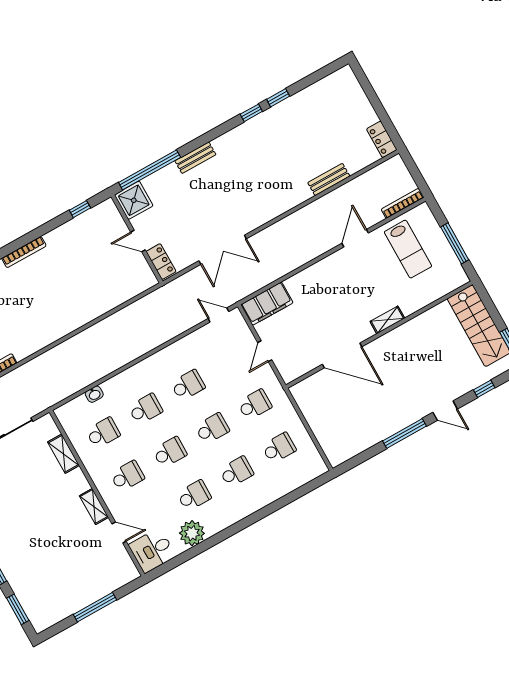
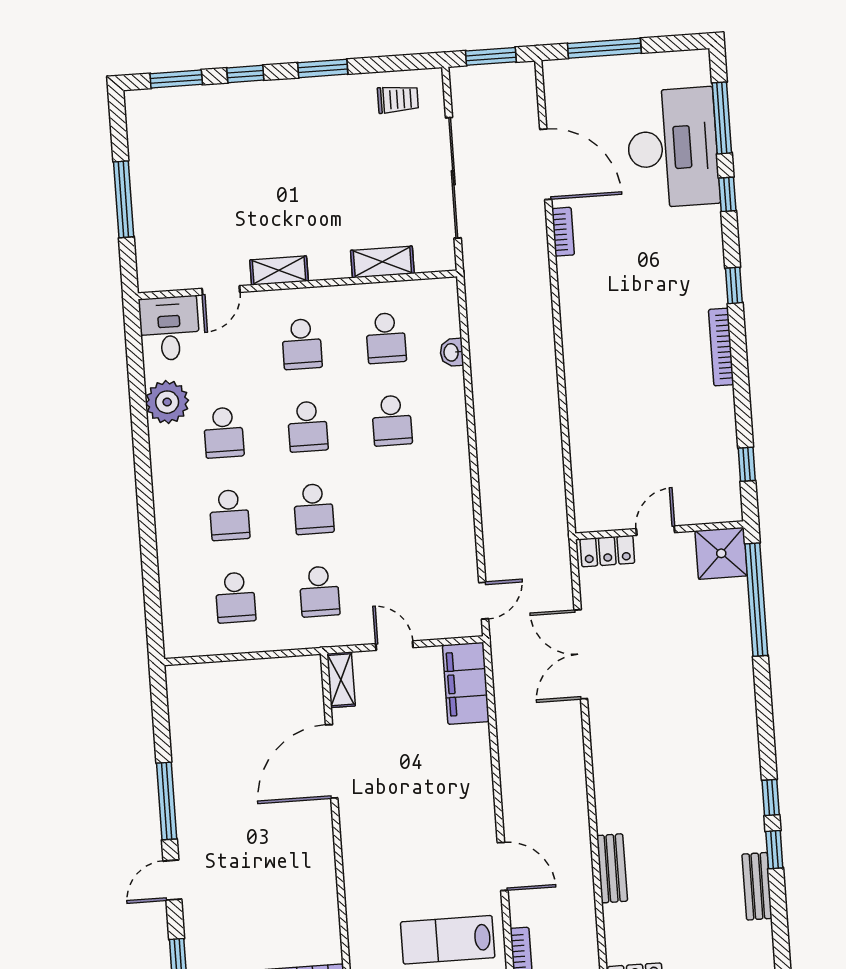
bench: (195, 158) -> (757, 886), moved
shelving: (387, 320) -> (341, 680), moved
school desk: (188, 385) -> (398, 503), removed

